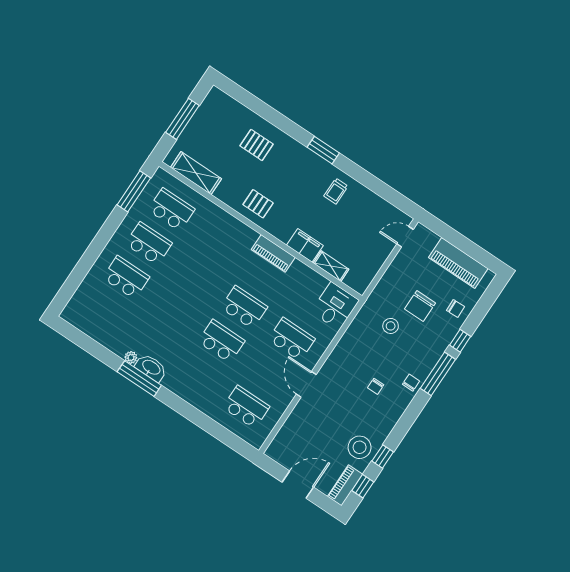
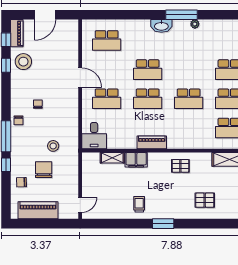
school desk: (196, 275) -> (189, 99), added
washbasin: (151, 368) -> (161, 26), moved

